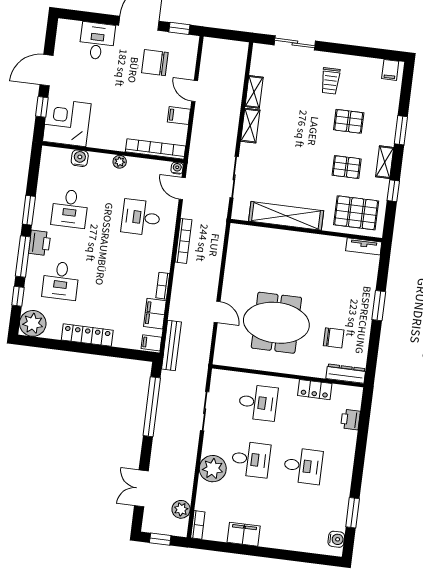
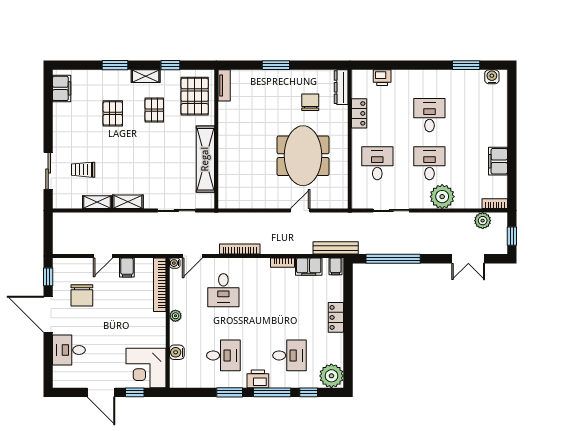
filing cabinet: (390, 70) -> (62, 88), width x2.00
trolley: (330, 81) -> (83, 170), moved, turned 180
locker: (87, 335) -> (336, 317), width x0.66

